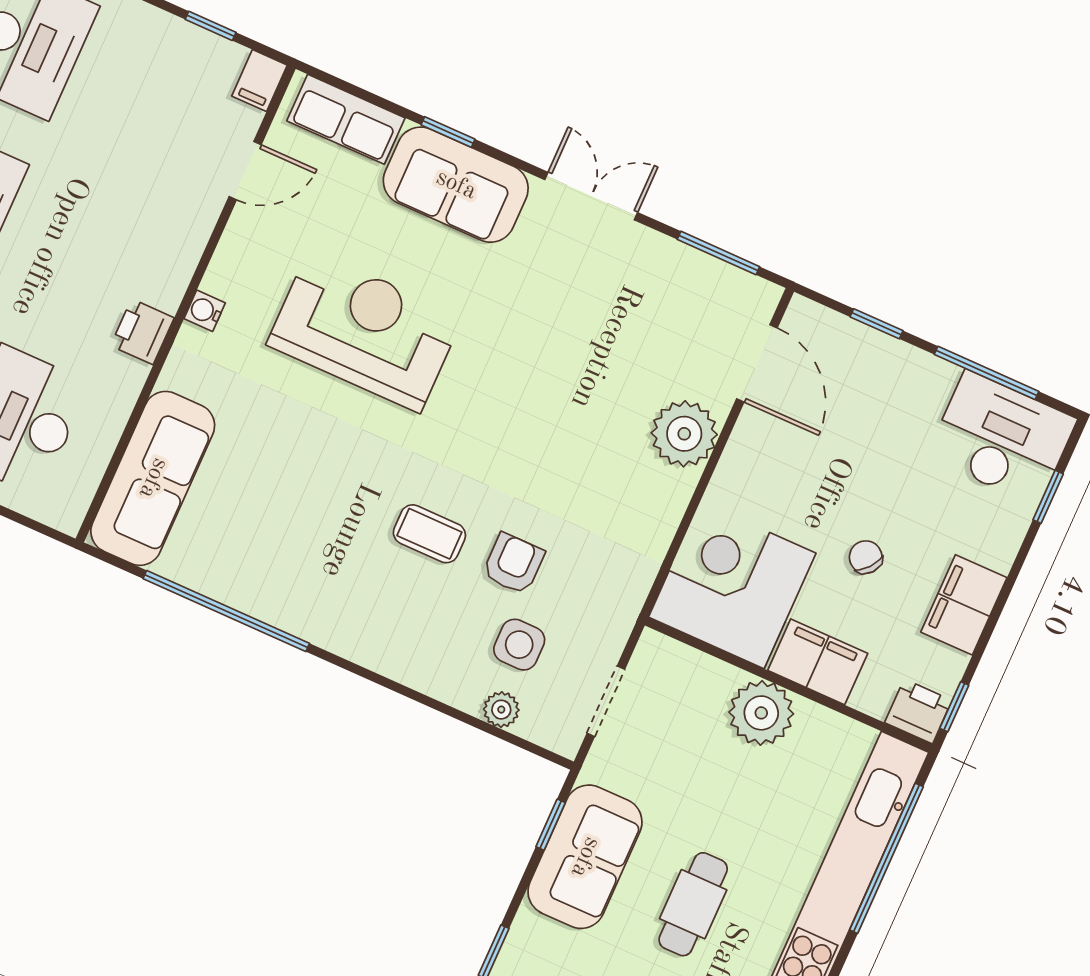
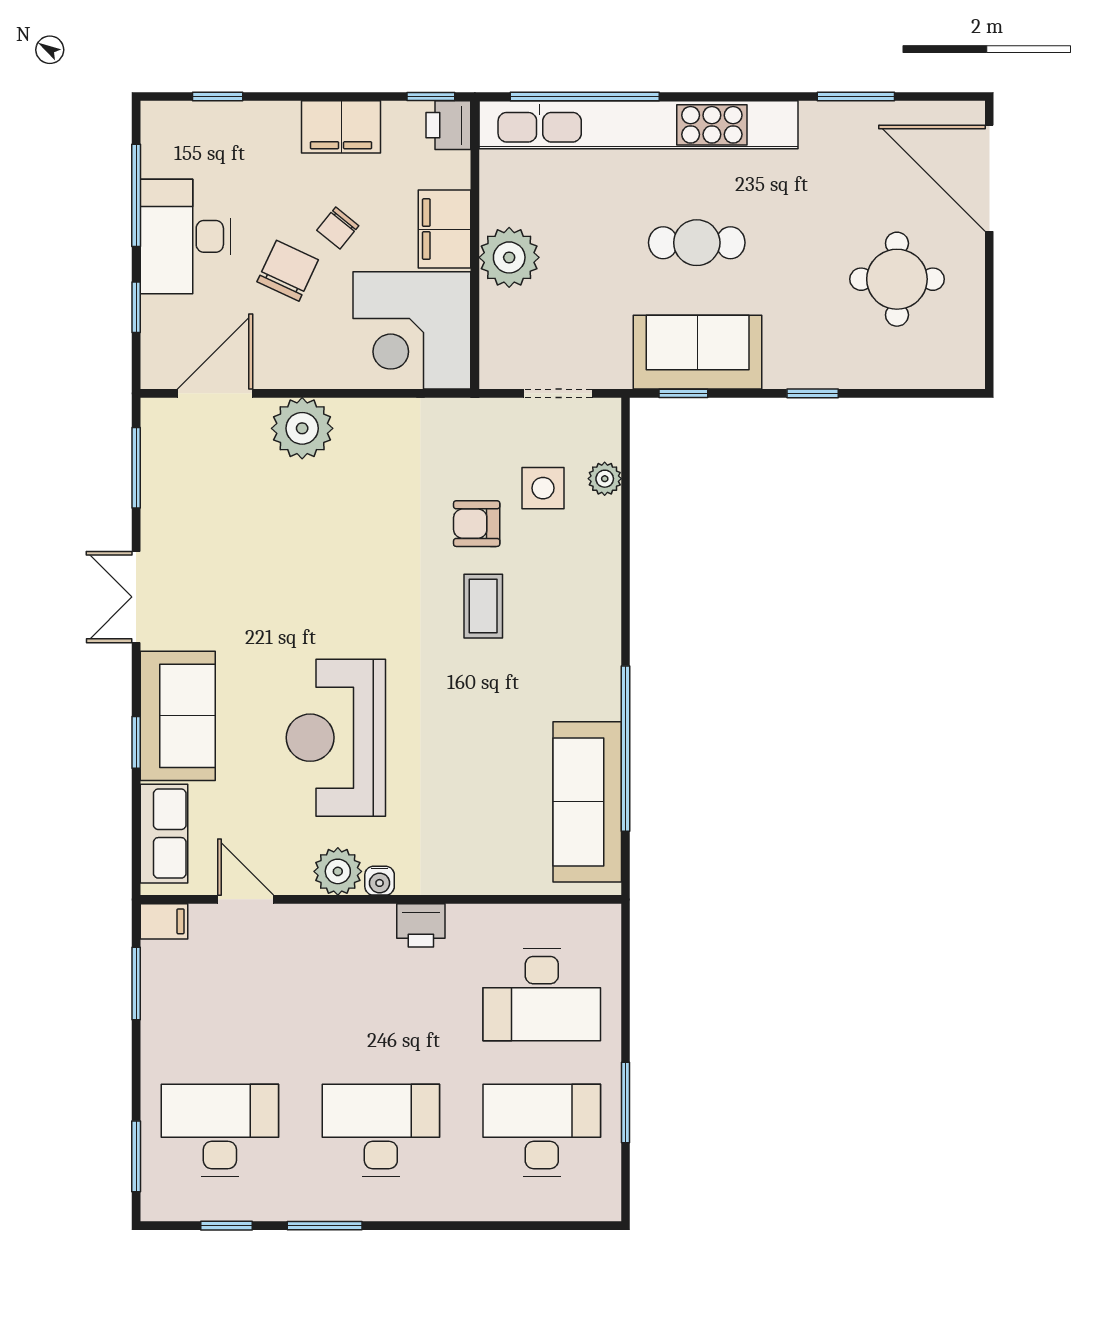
window: (211, 26) -> (136, 983), width x1.50
plant: (232, 274) -> (338, 871), added
desk: (1002, 438) -> (185, 236), moved
sofa: (153, 478) -> (587, 802), moved, turned -90
chair: (846, 489) -> (288, 271), added

